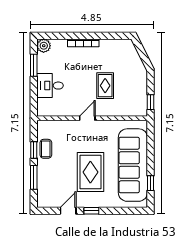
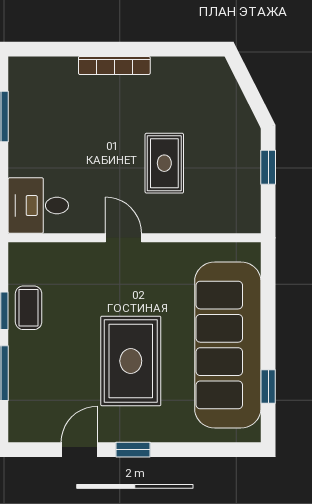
plant: (44, 46) -> (24, 72), removed
desk: (50, 86) -> (38, 206), moved
window: (150, 102) -> (268, 167), moved
door: (87, 118) -> (123, 238), hinge flipped

